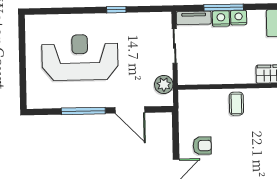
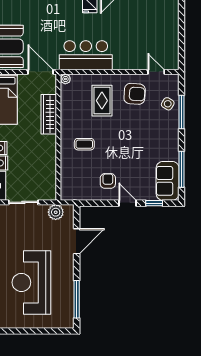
coffee table: (236, 104) -> (84, 144), moved
window: (83, 111) -> (77, 299), moved

